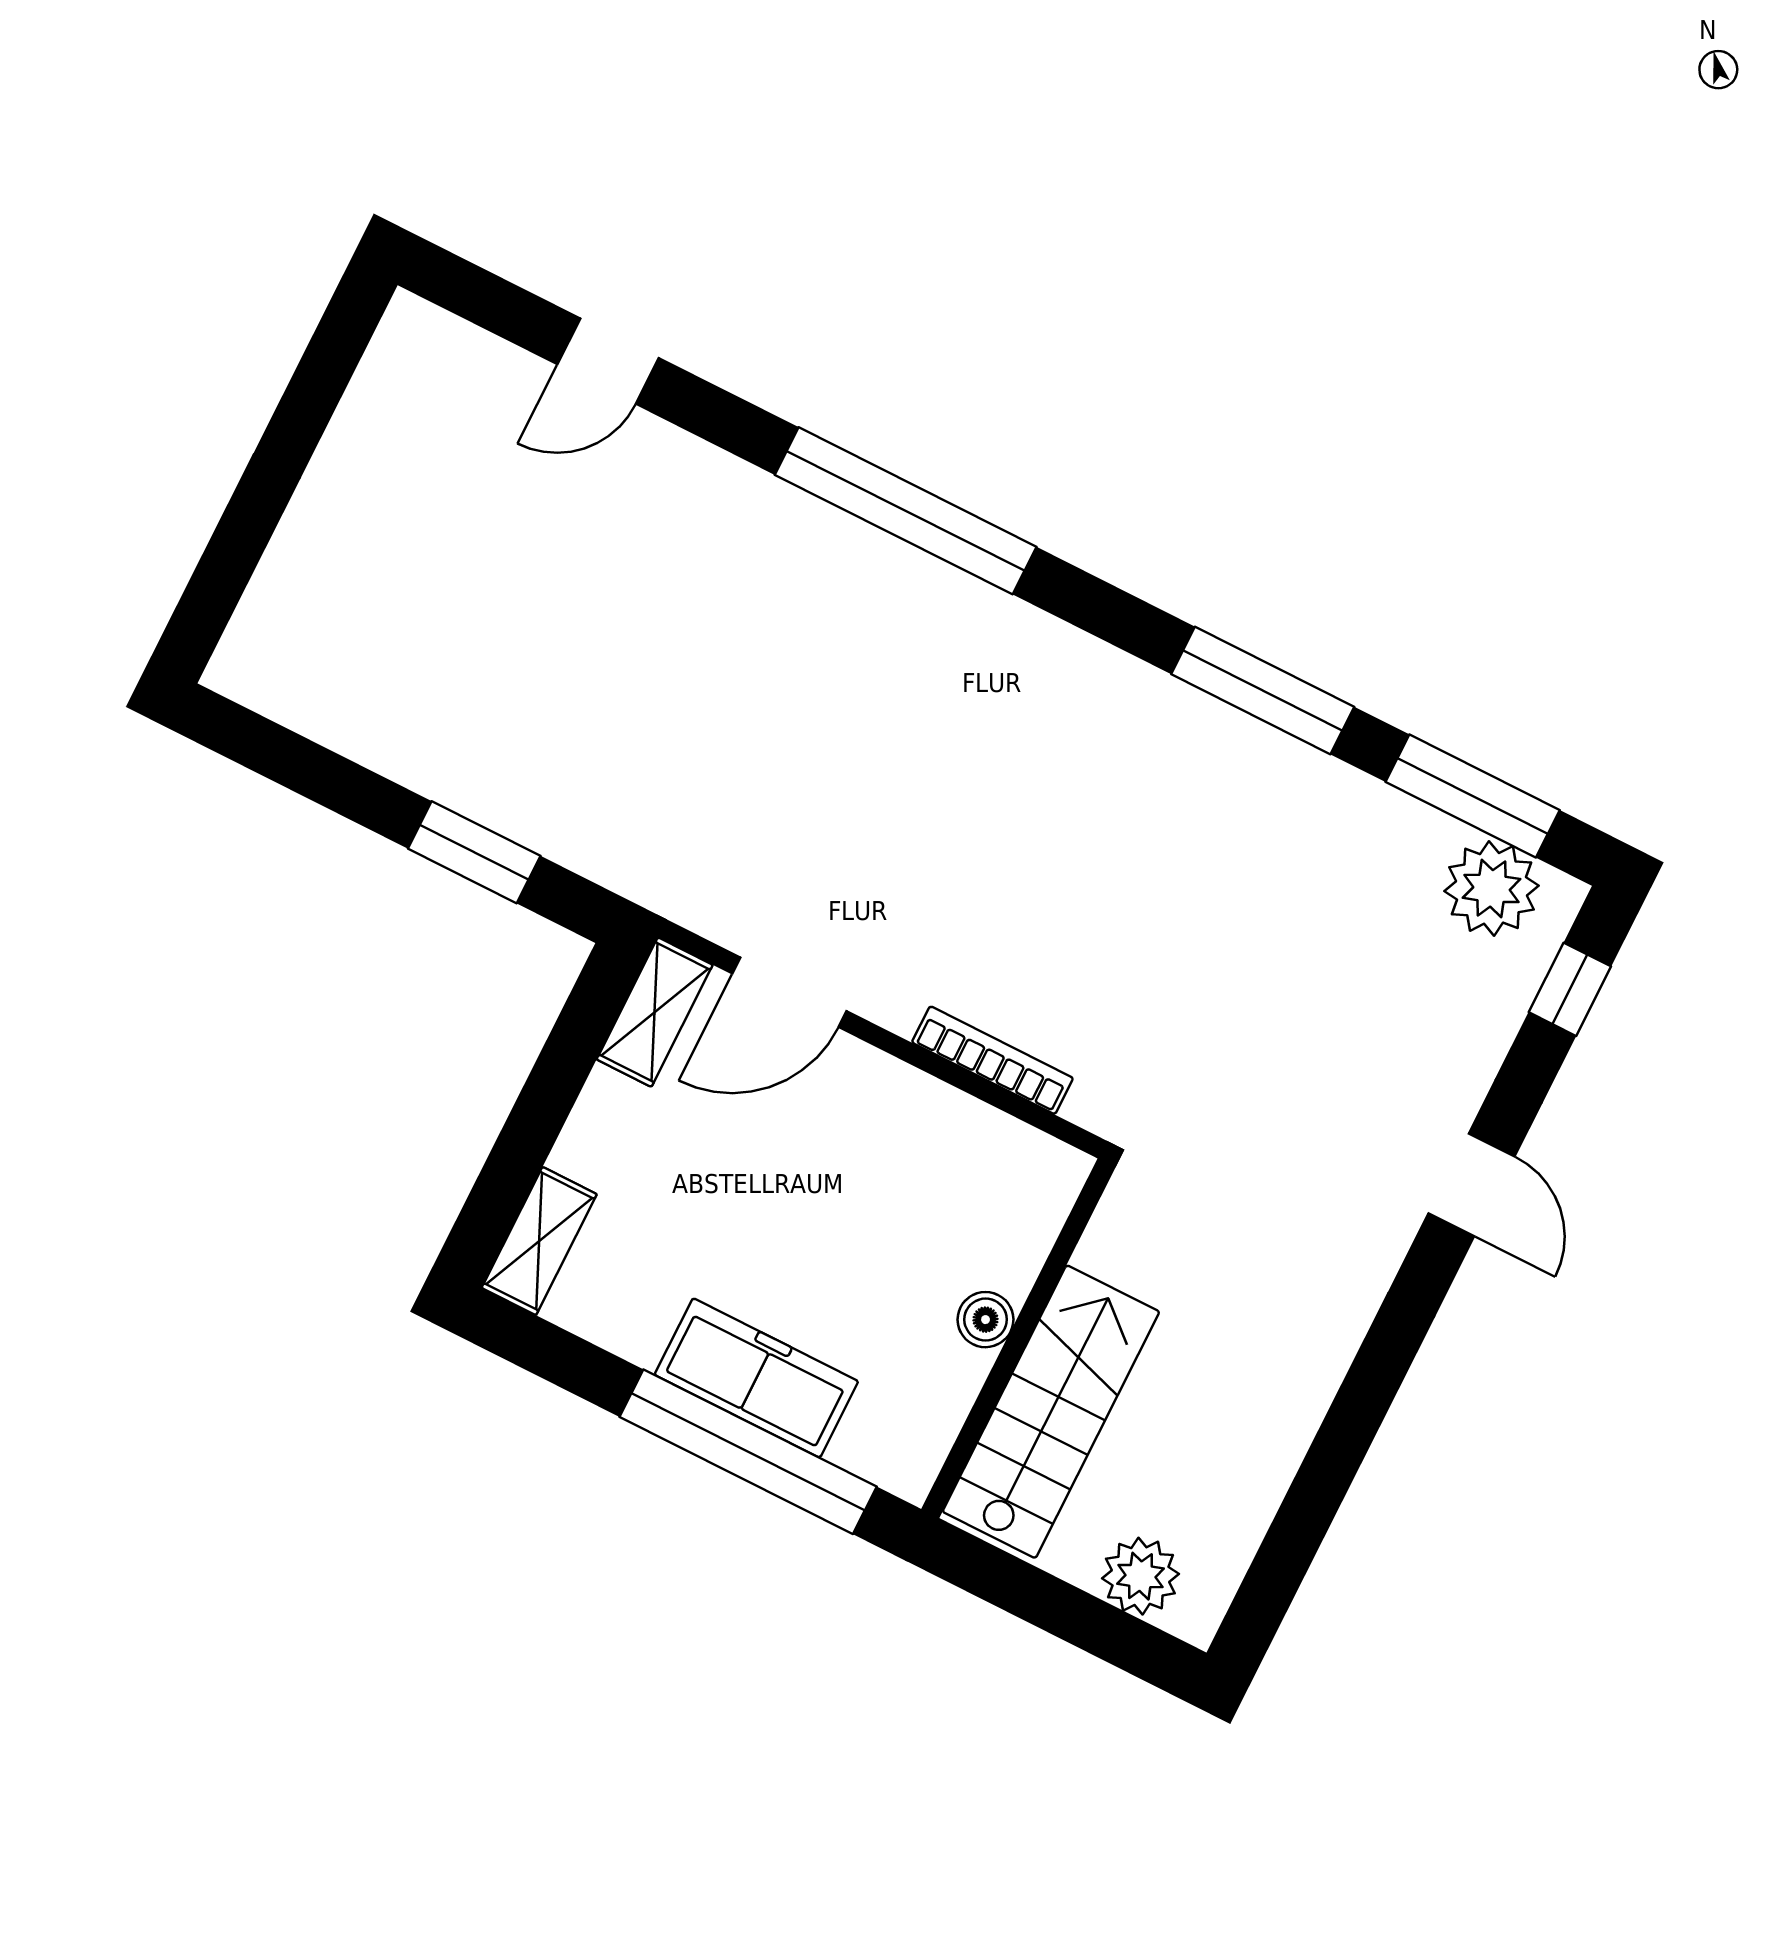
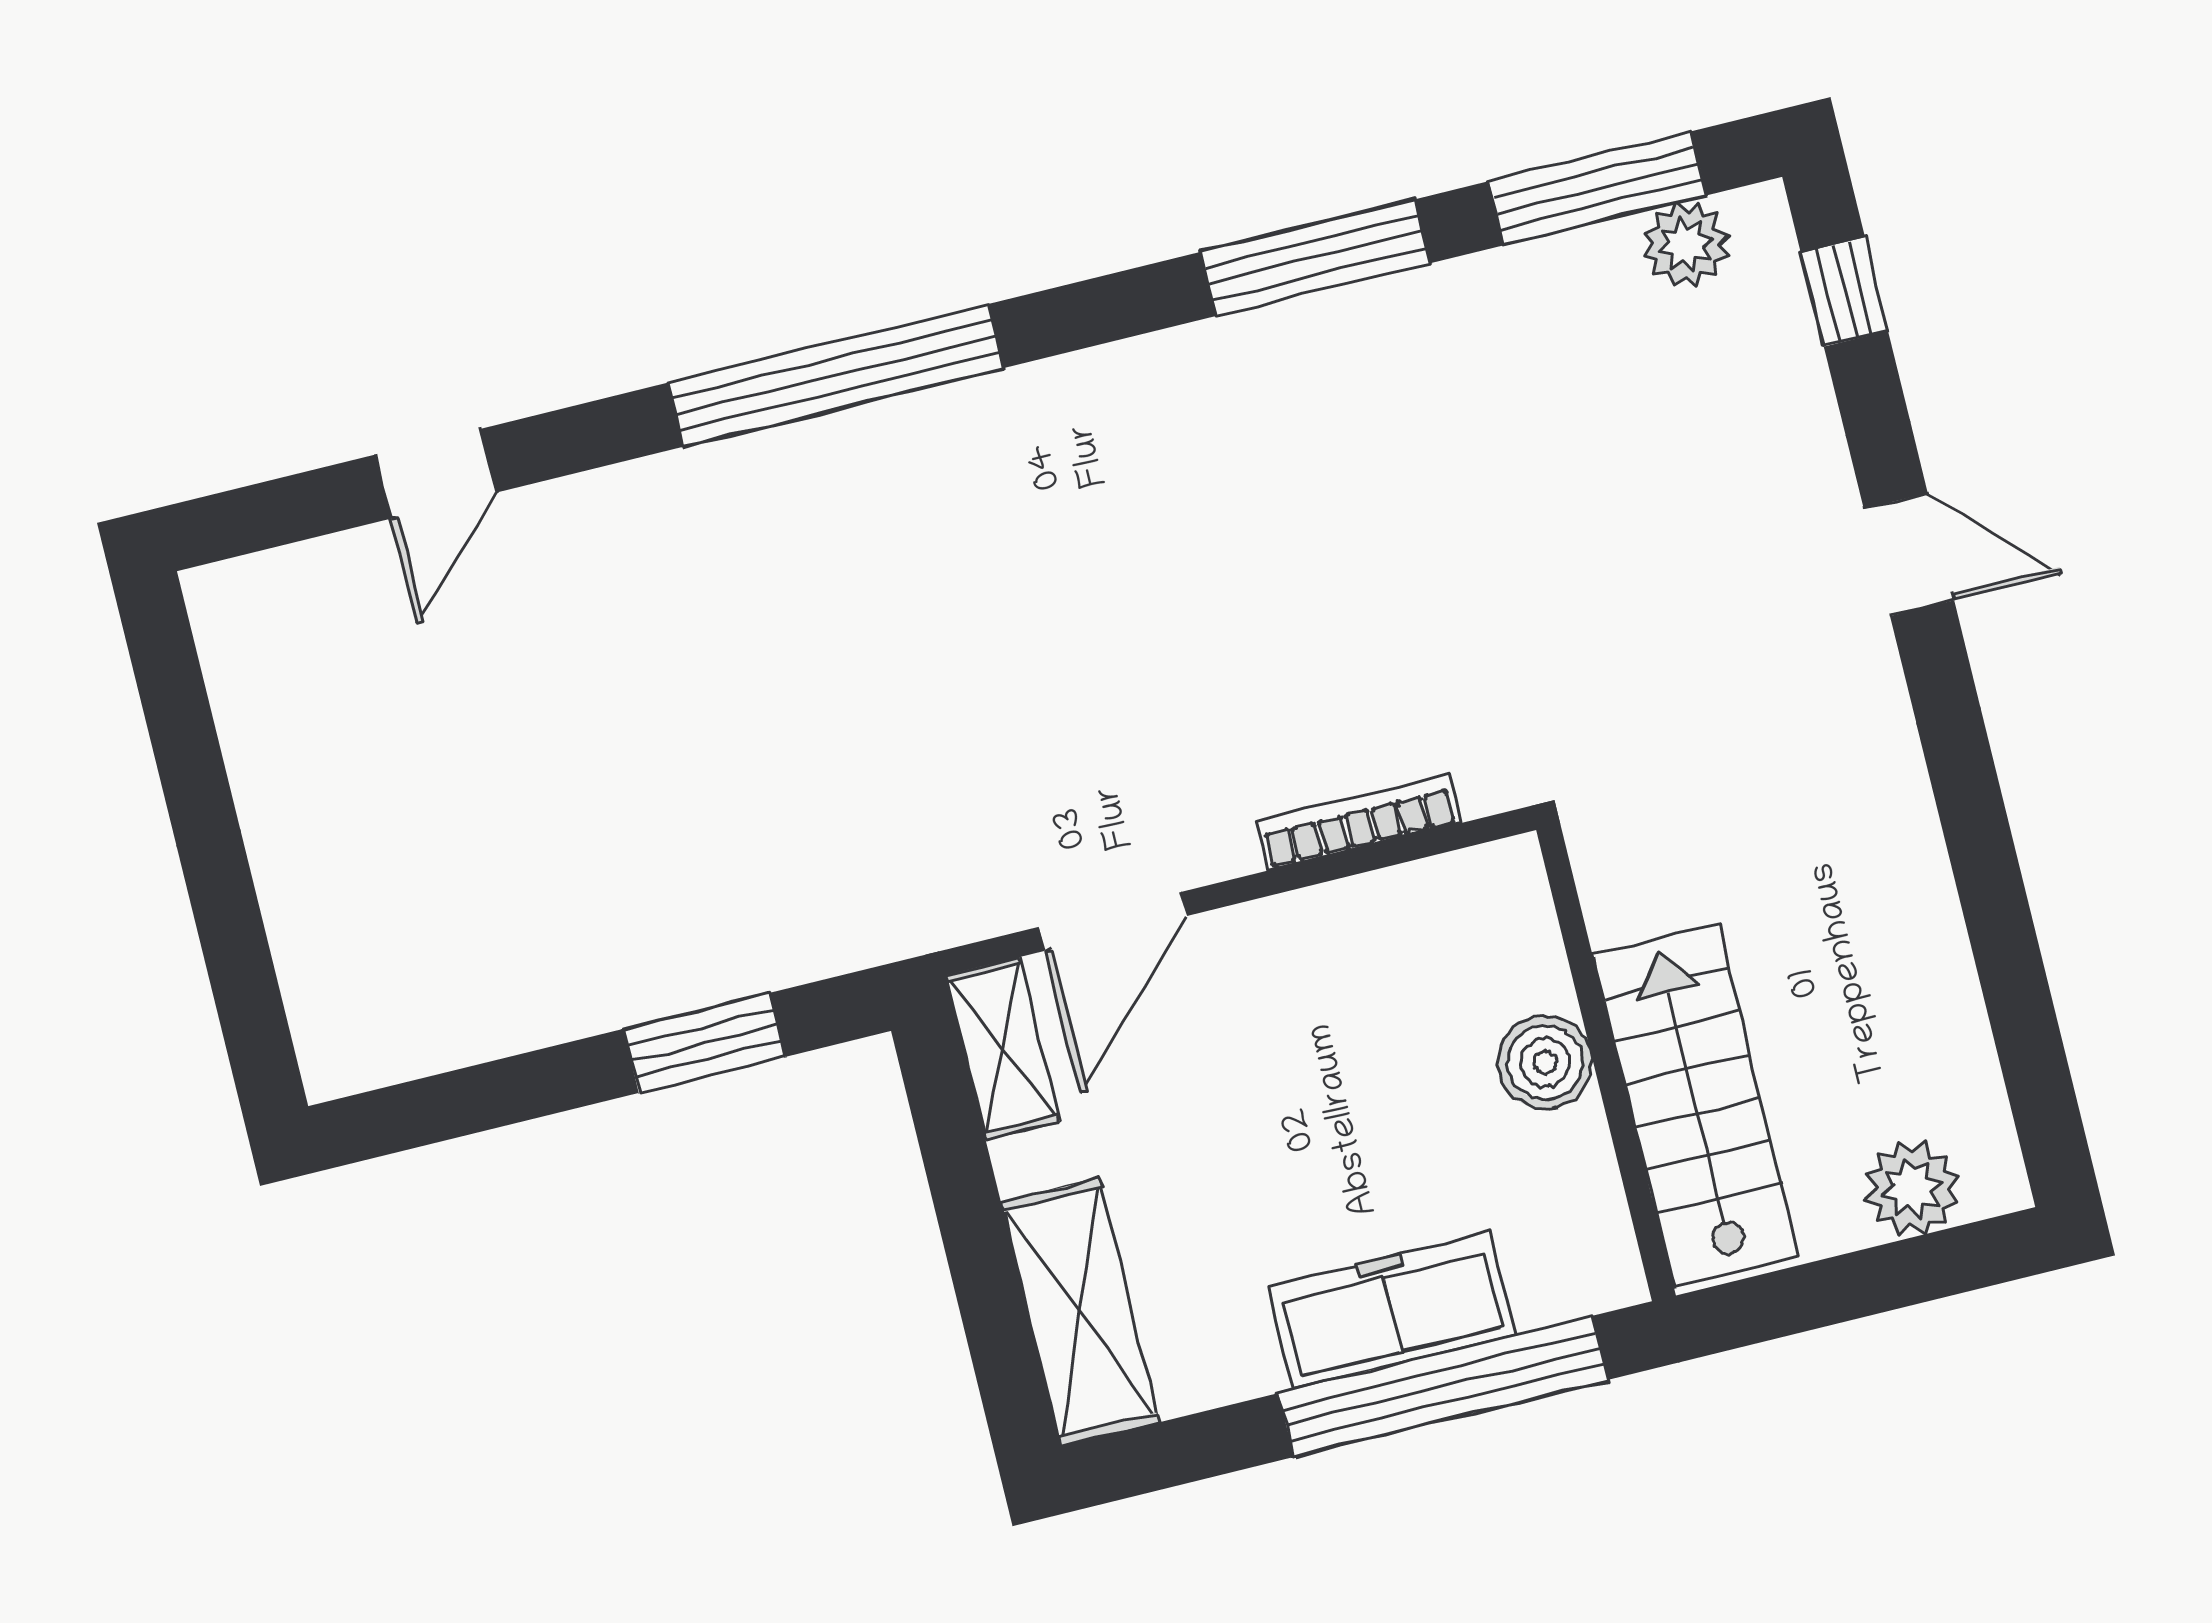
plant: (1491, 888) -> (1686, 245), width x0.73, depth x0.73
shelving: (539, 1241) -> (1080, 1312), width x1.50, depth x1.33
boiler: (986, 1320) -> (1545, 1062), width x1.36, depth x1.36

